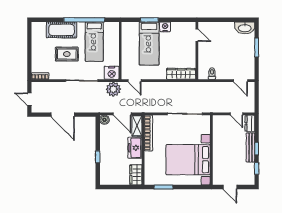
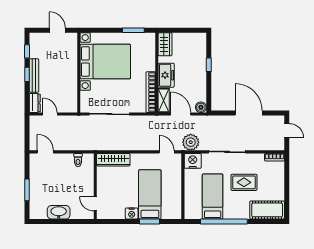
washbasin: (245, 28) -> (59, 212), moved
cot: (62, 30) -> (267, 210), moved

